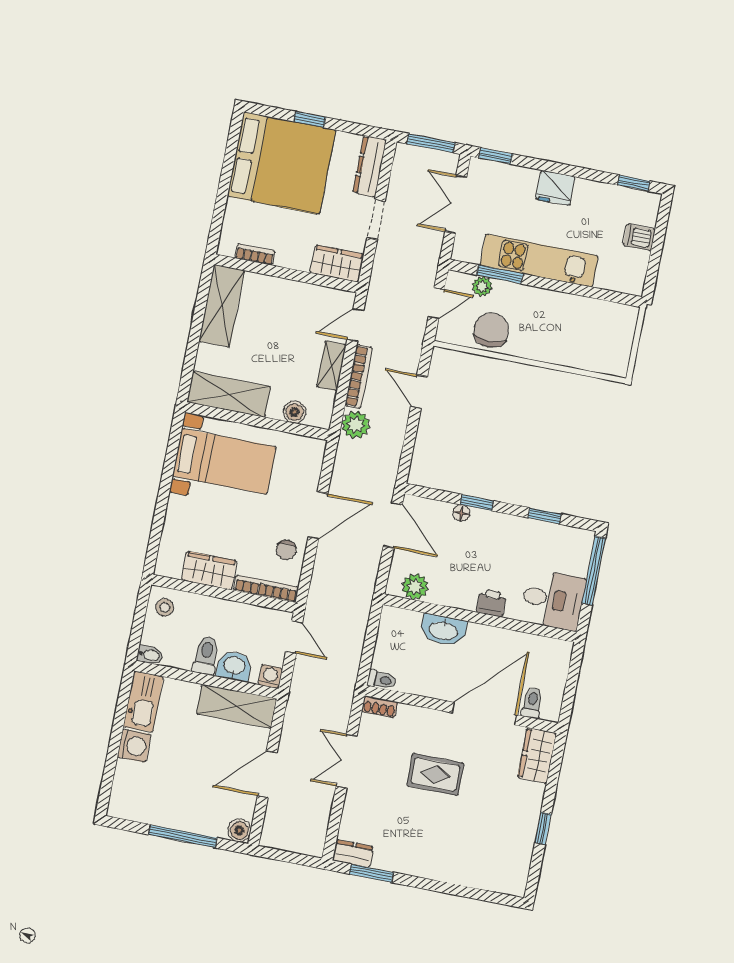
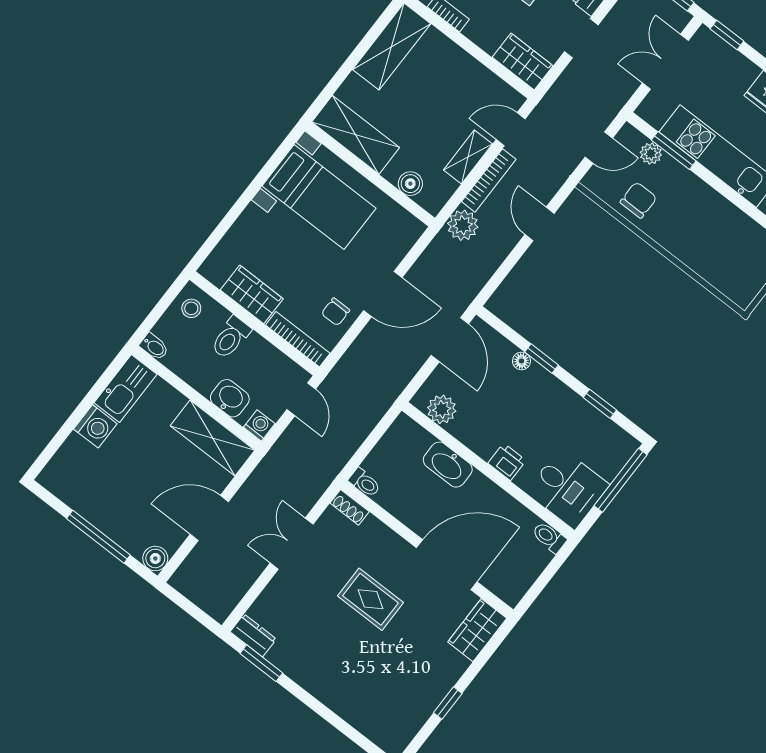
chair: (491, 330) -> (638, 200), width x0.73, depth x0.73
toilet: (206, 655) -> (231, 338), moved, turned 180
toilet: (532, 703) -> (549, 537), moved, turned -90

